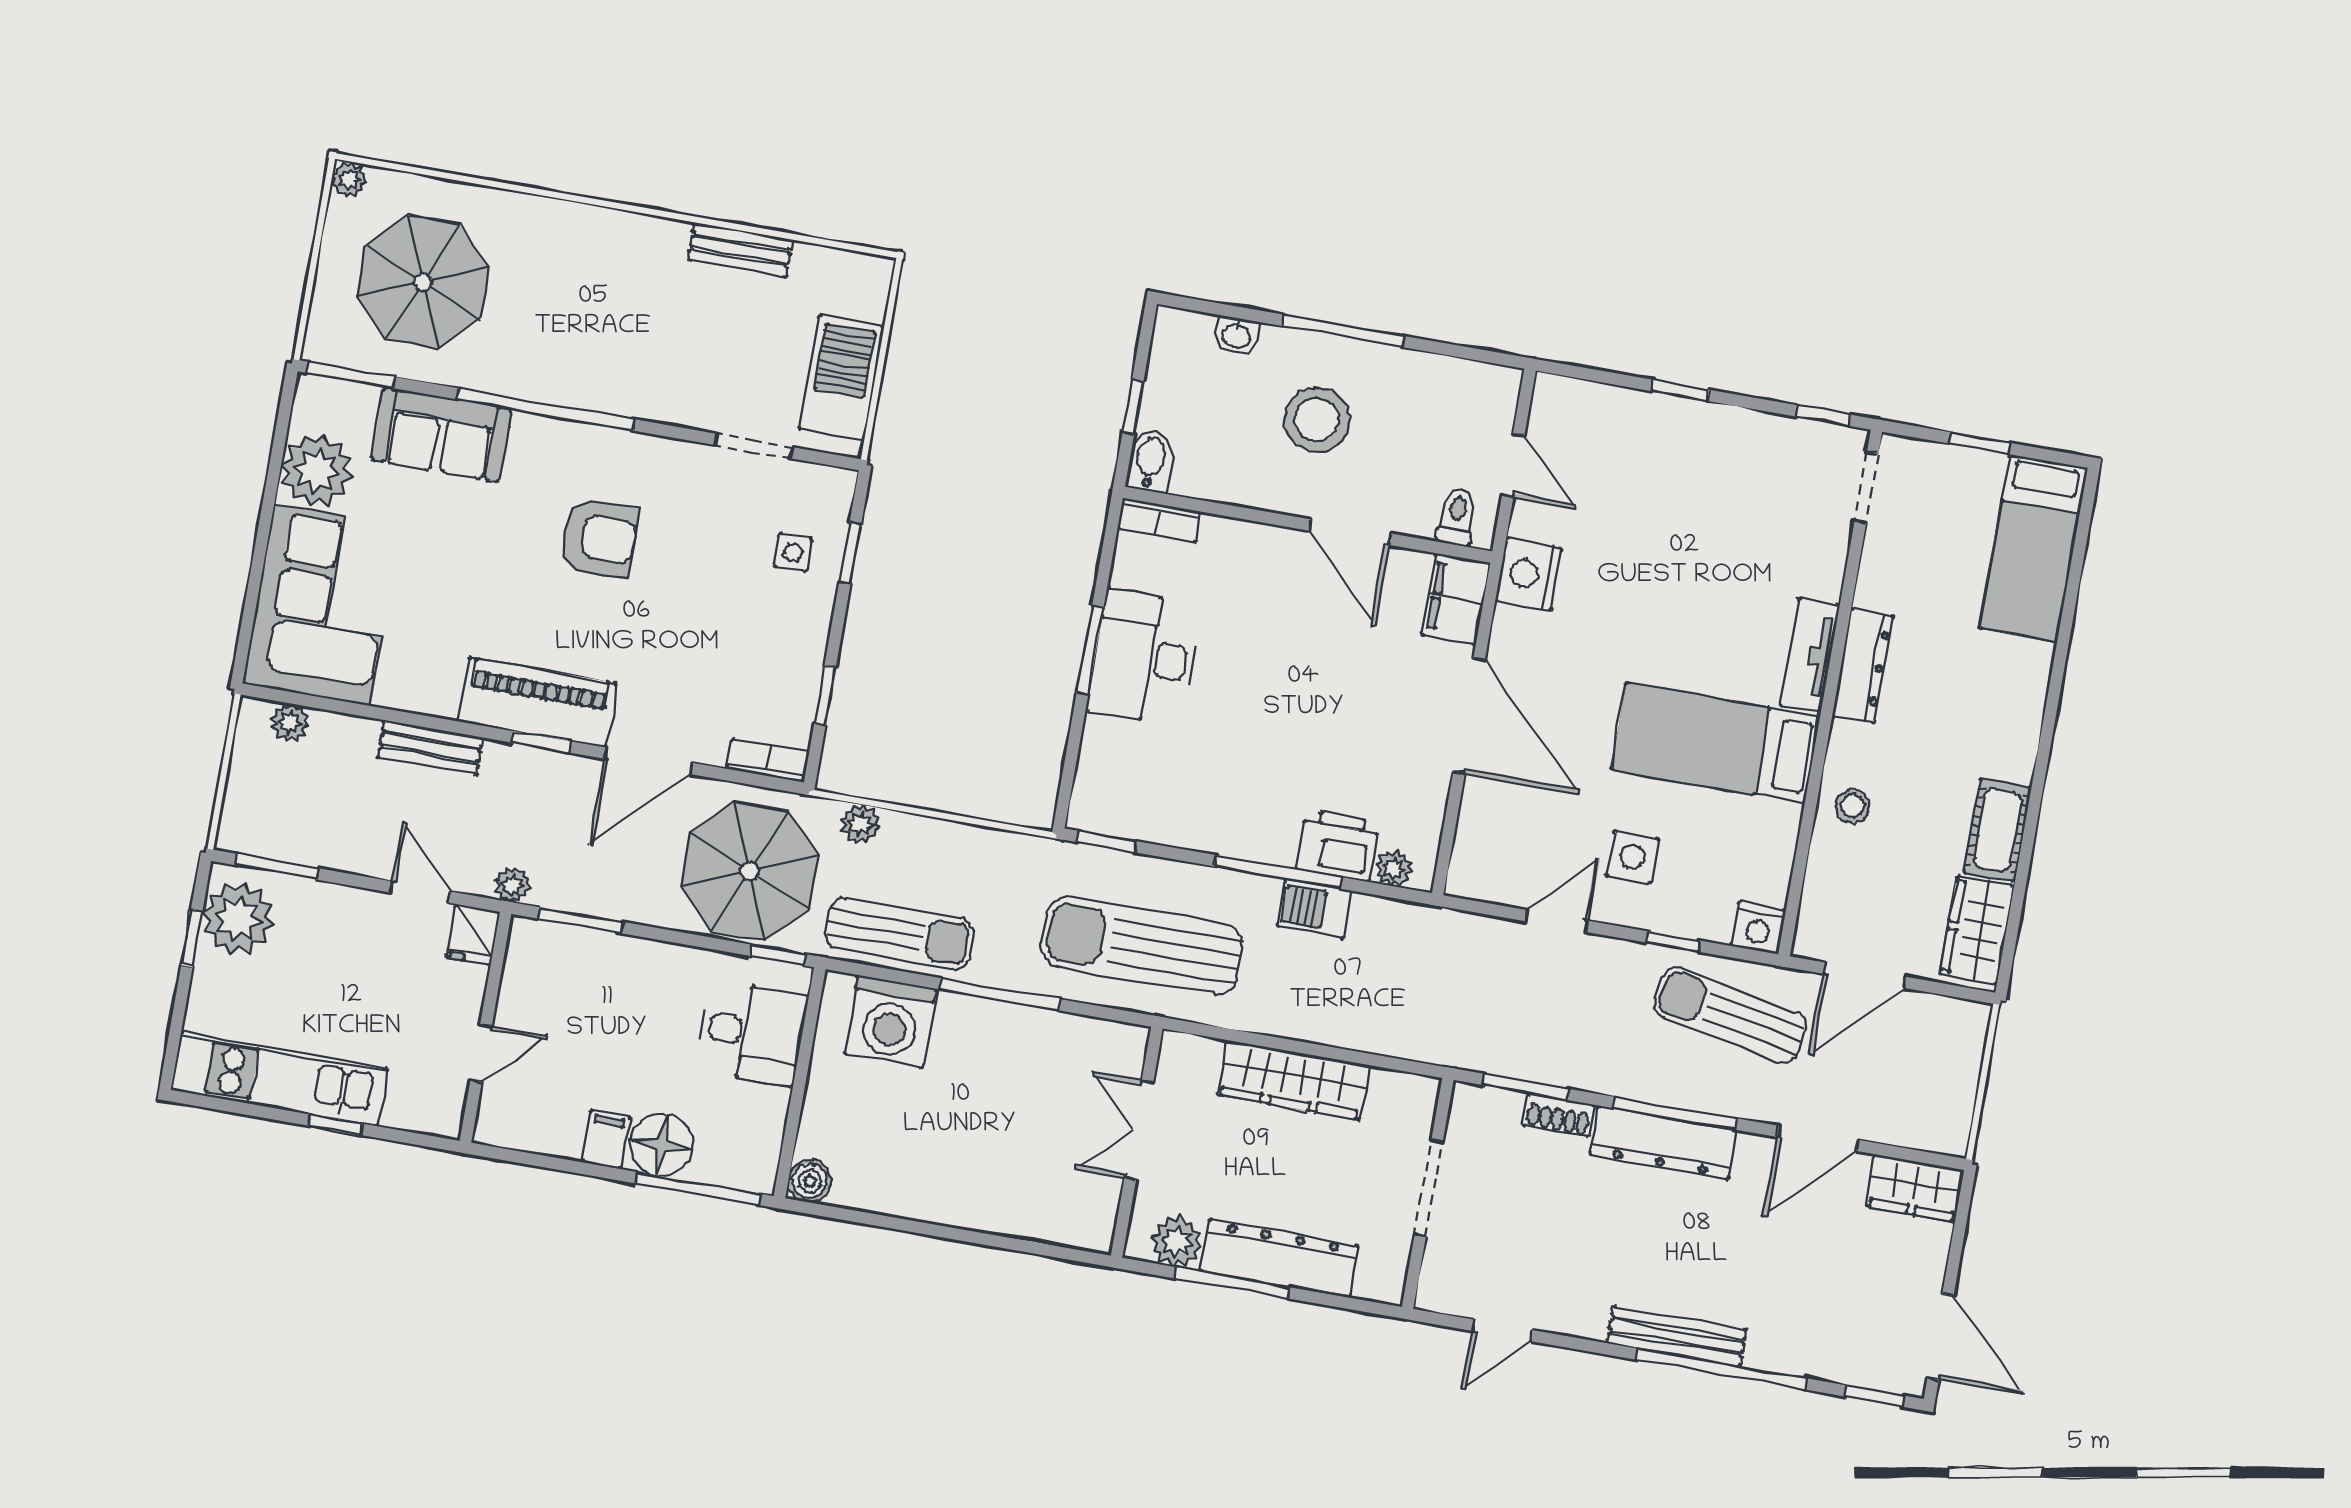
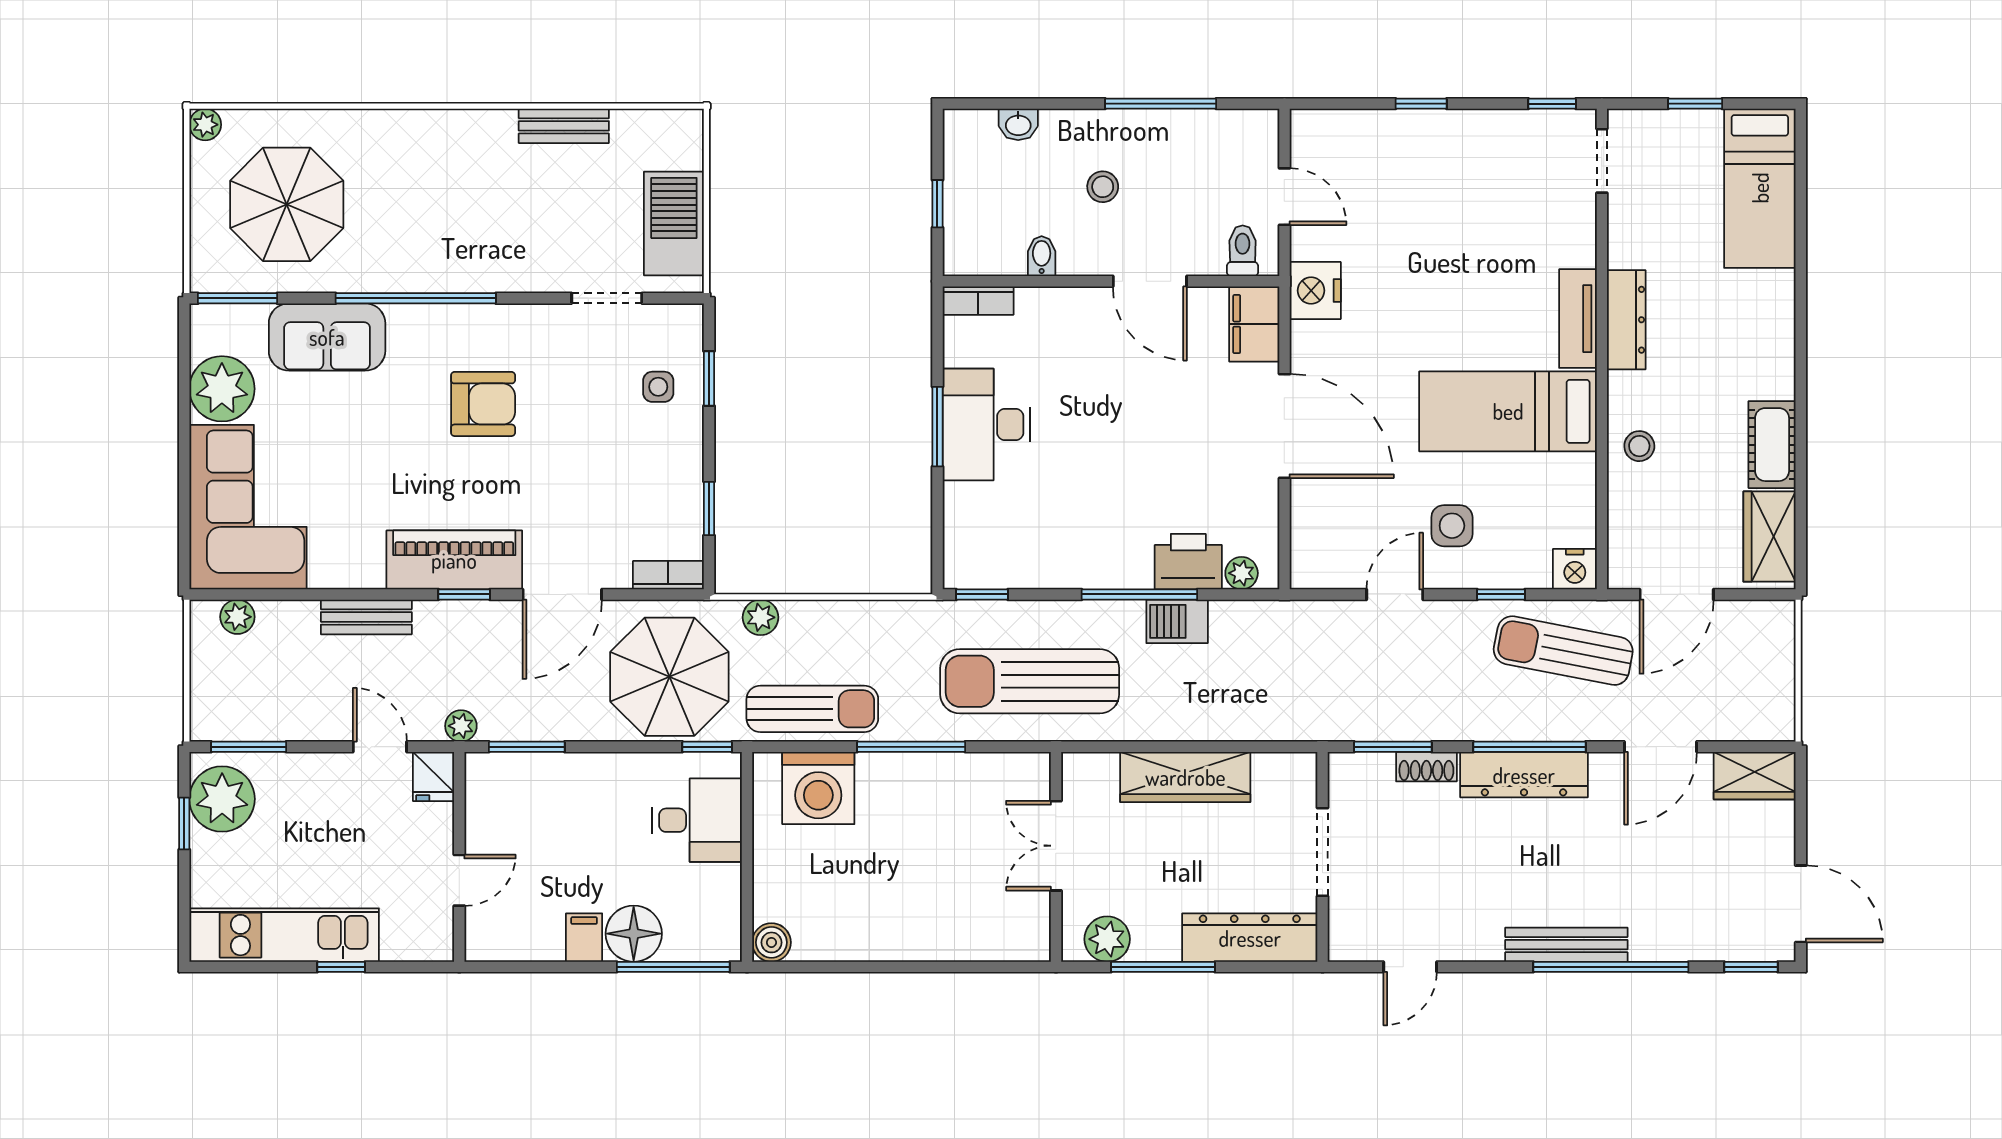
window: (1343, 331) -> (1161, 104), moved
stool: (1317, 420) -> (1103, 187), width x0.53, depth x0.53
bidet: (1151, 460) -> (1042, 256), moved, width x0.72, depth x0.74
dresser: (1279, 1258) -> (1250, 938), moved

